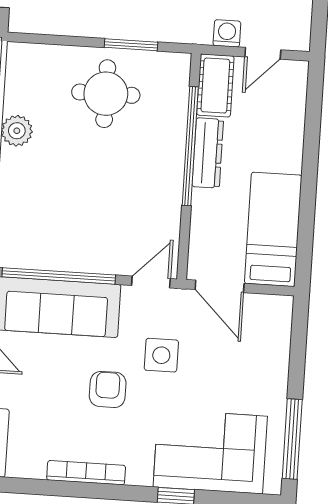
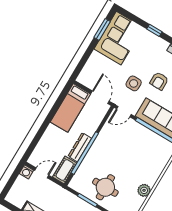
washing machine: (227, 33) -> (26, 172), moved
window: (292, 439) -> (102, 29), width x0.69
corner sofa: (210, 452) -> (119, 38), moved, turned -90

